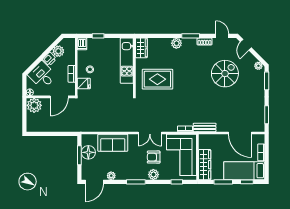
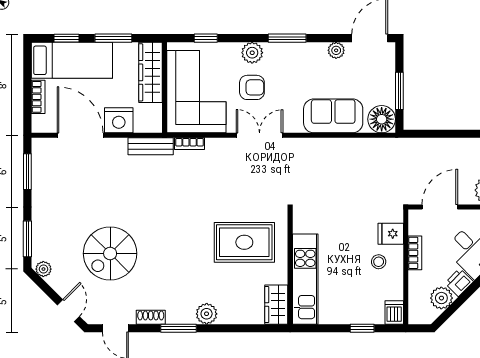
nightstand: (221, 141) -> (119, 120), added
floor lamp: (88, 152) -> (382, 119), moved

